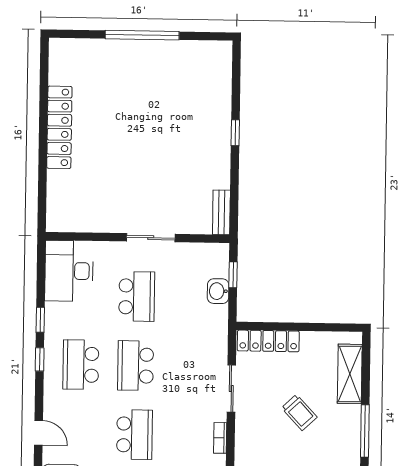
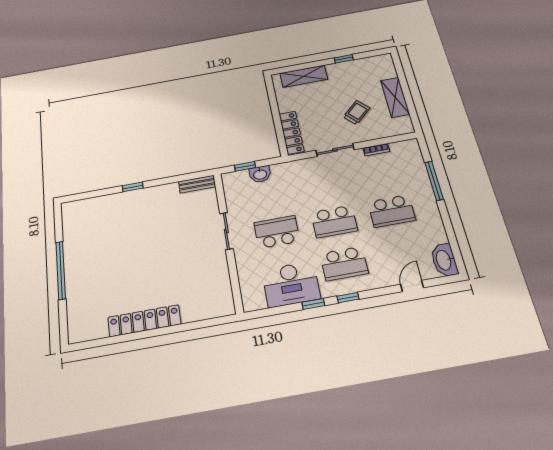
desk: (69, 271) -> (291, 284), moved
trolley: (299, 412) -> (357, 113), moved
window: (365, 431) -> (344, 59), width x0.46
school desk: (134, 435) -> (392, 211), turned 180

